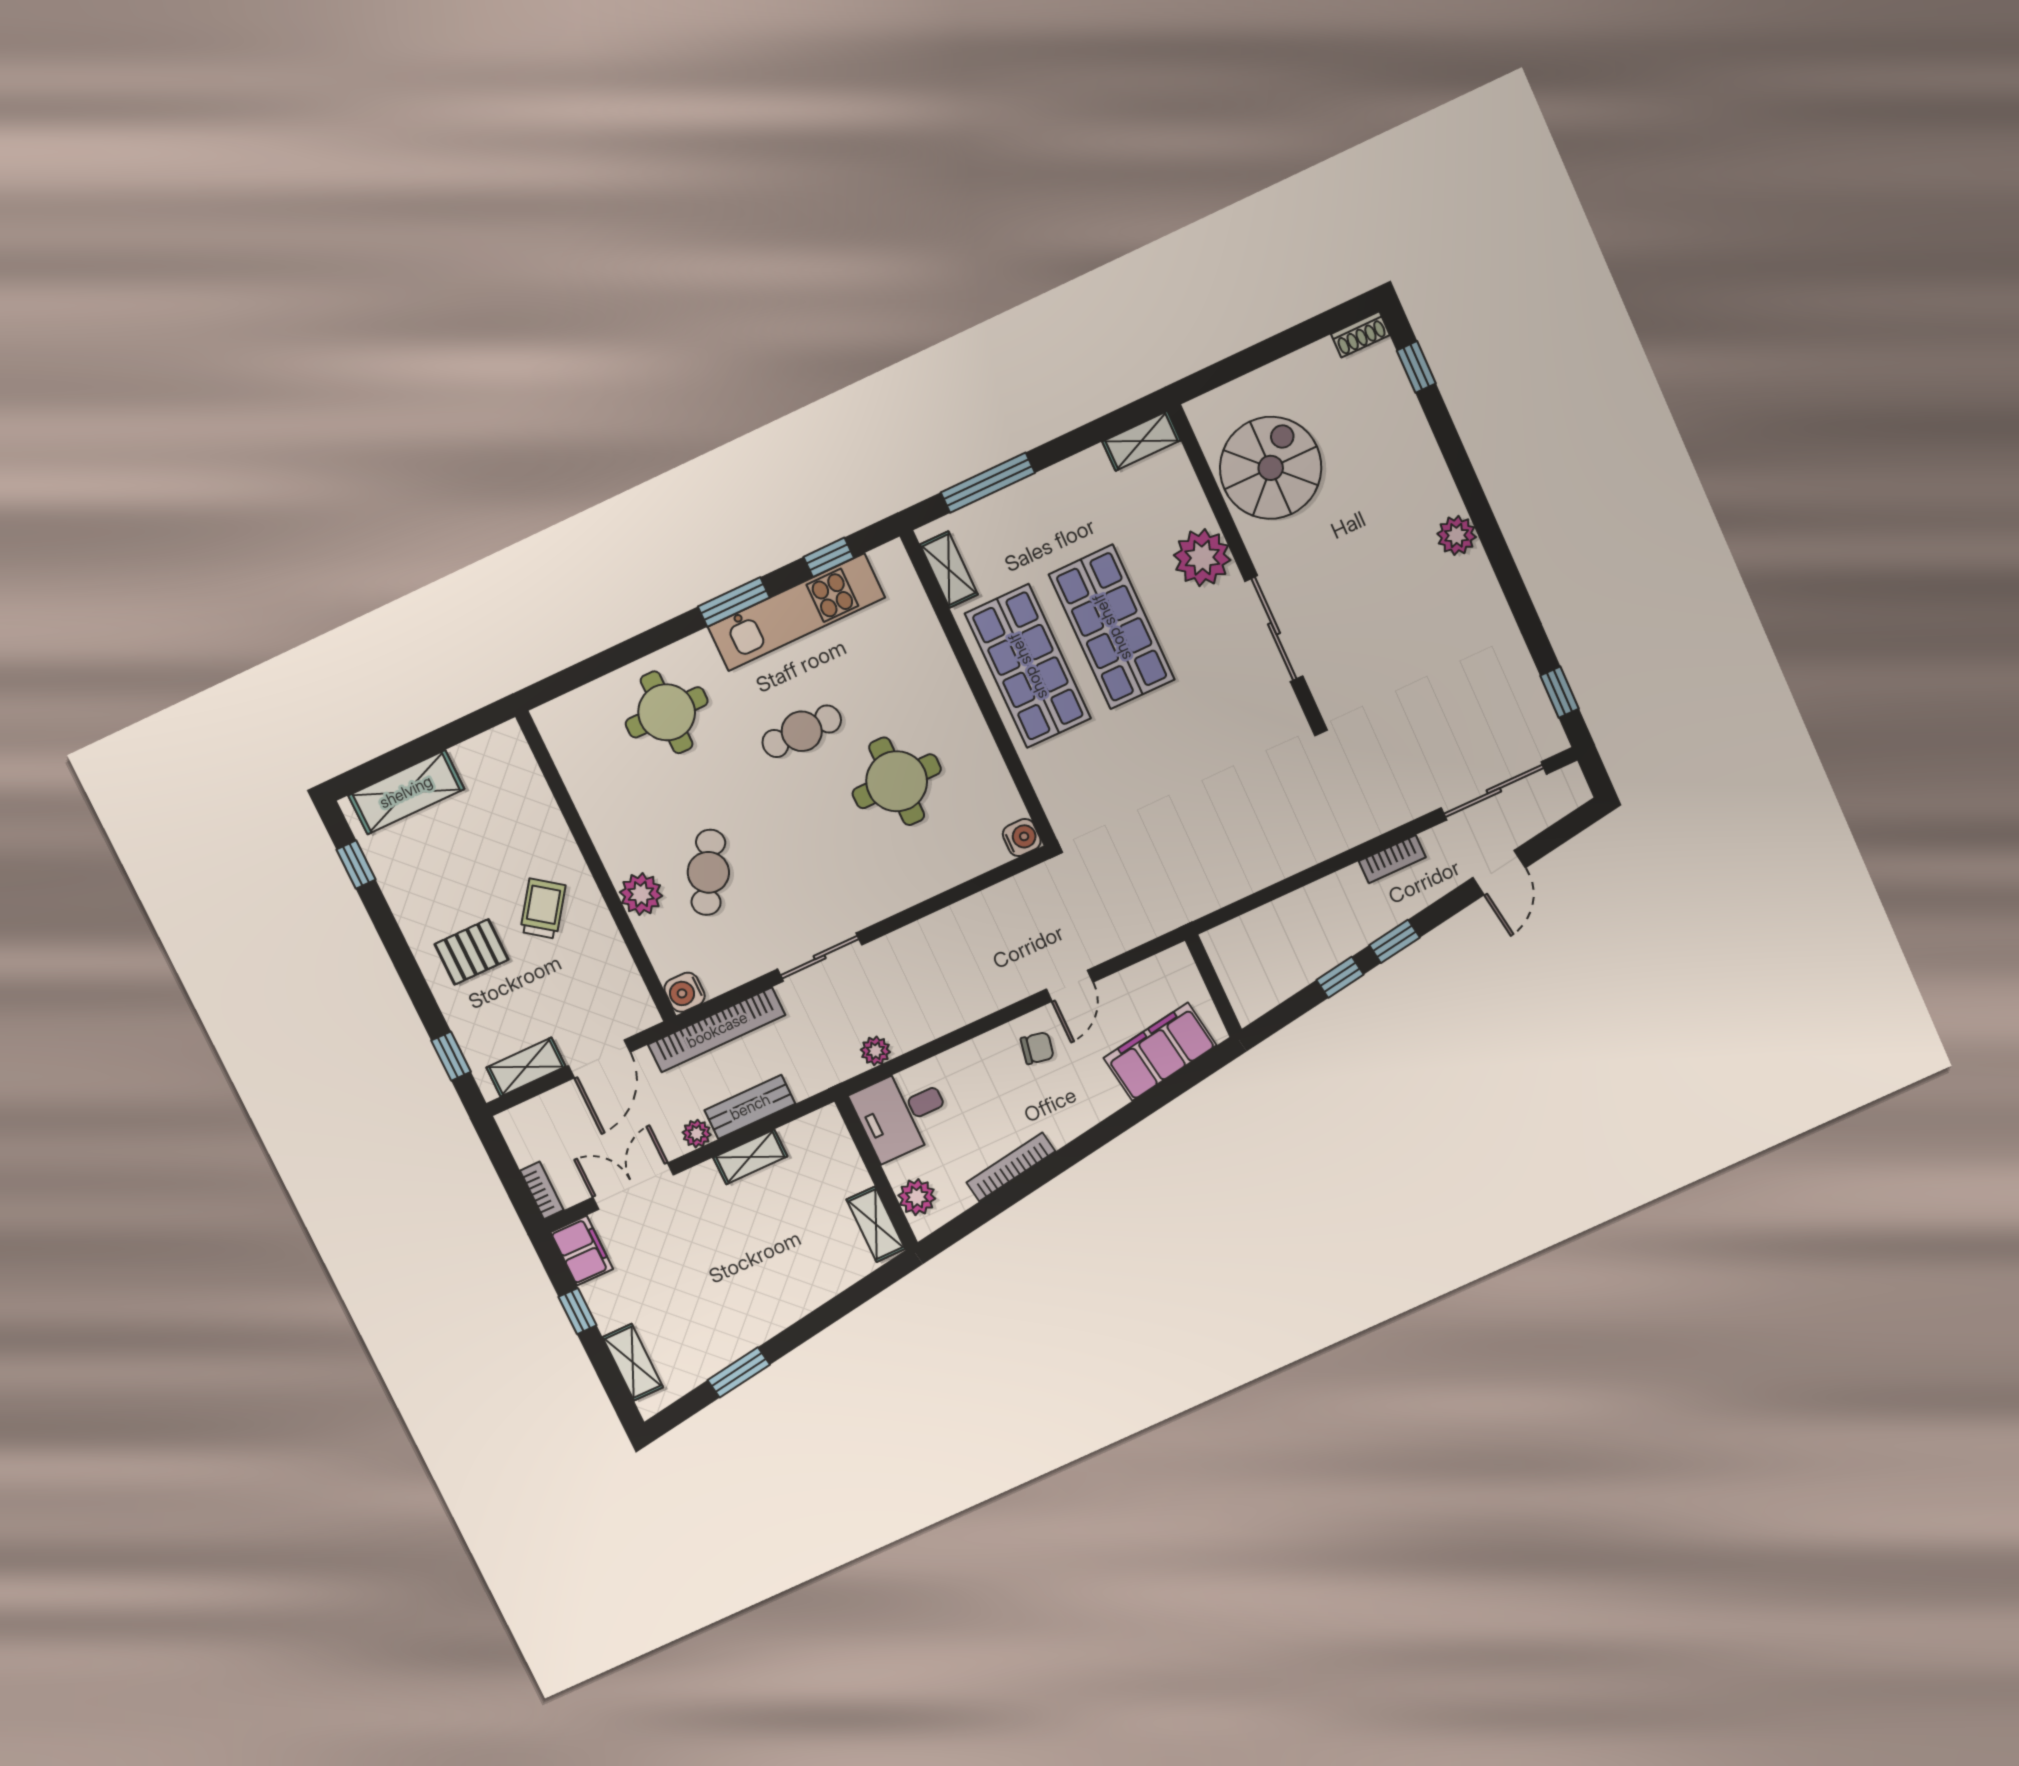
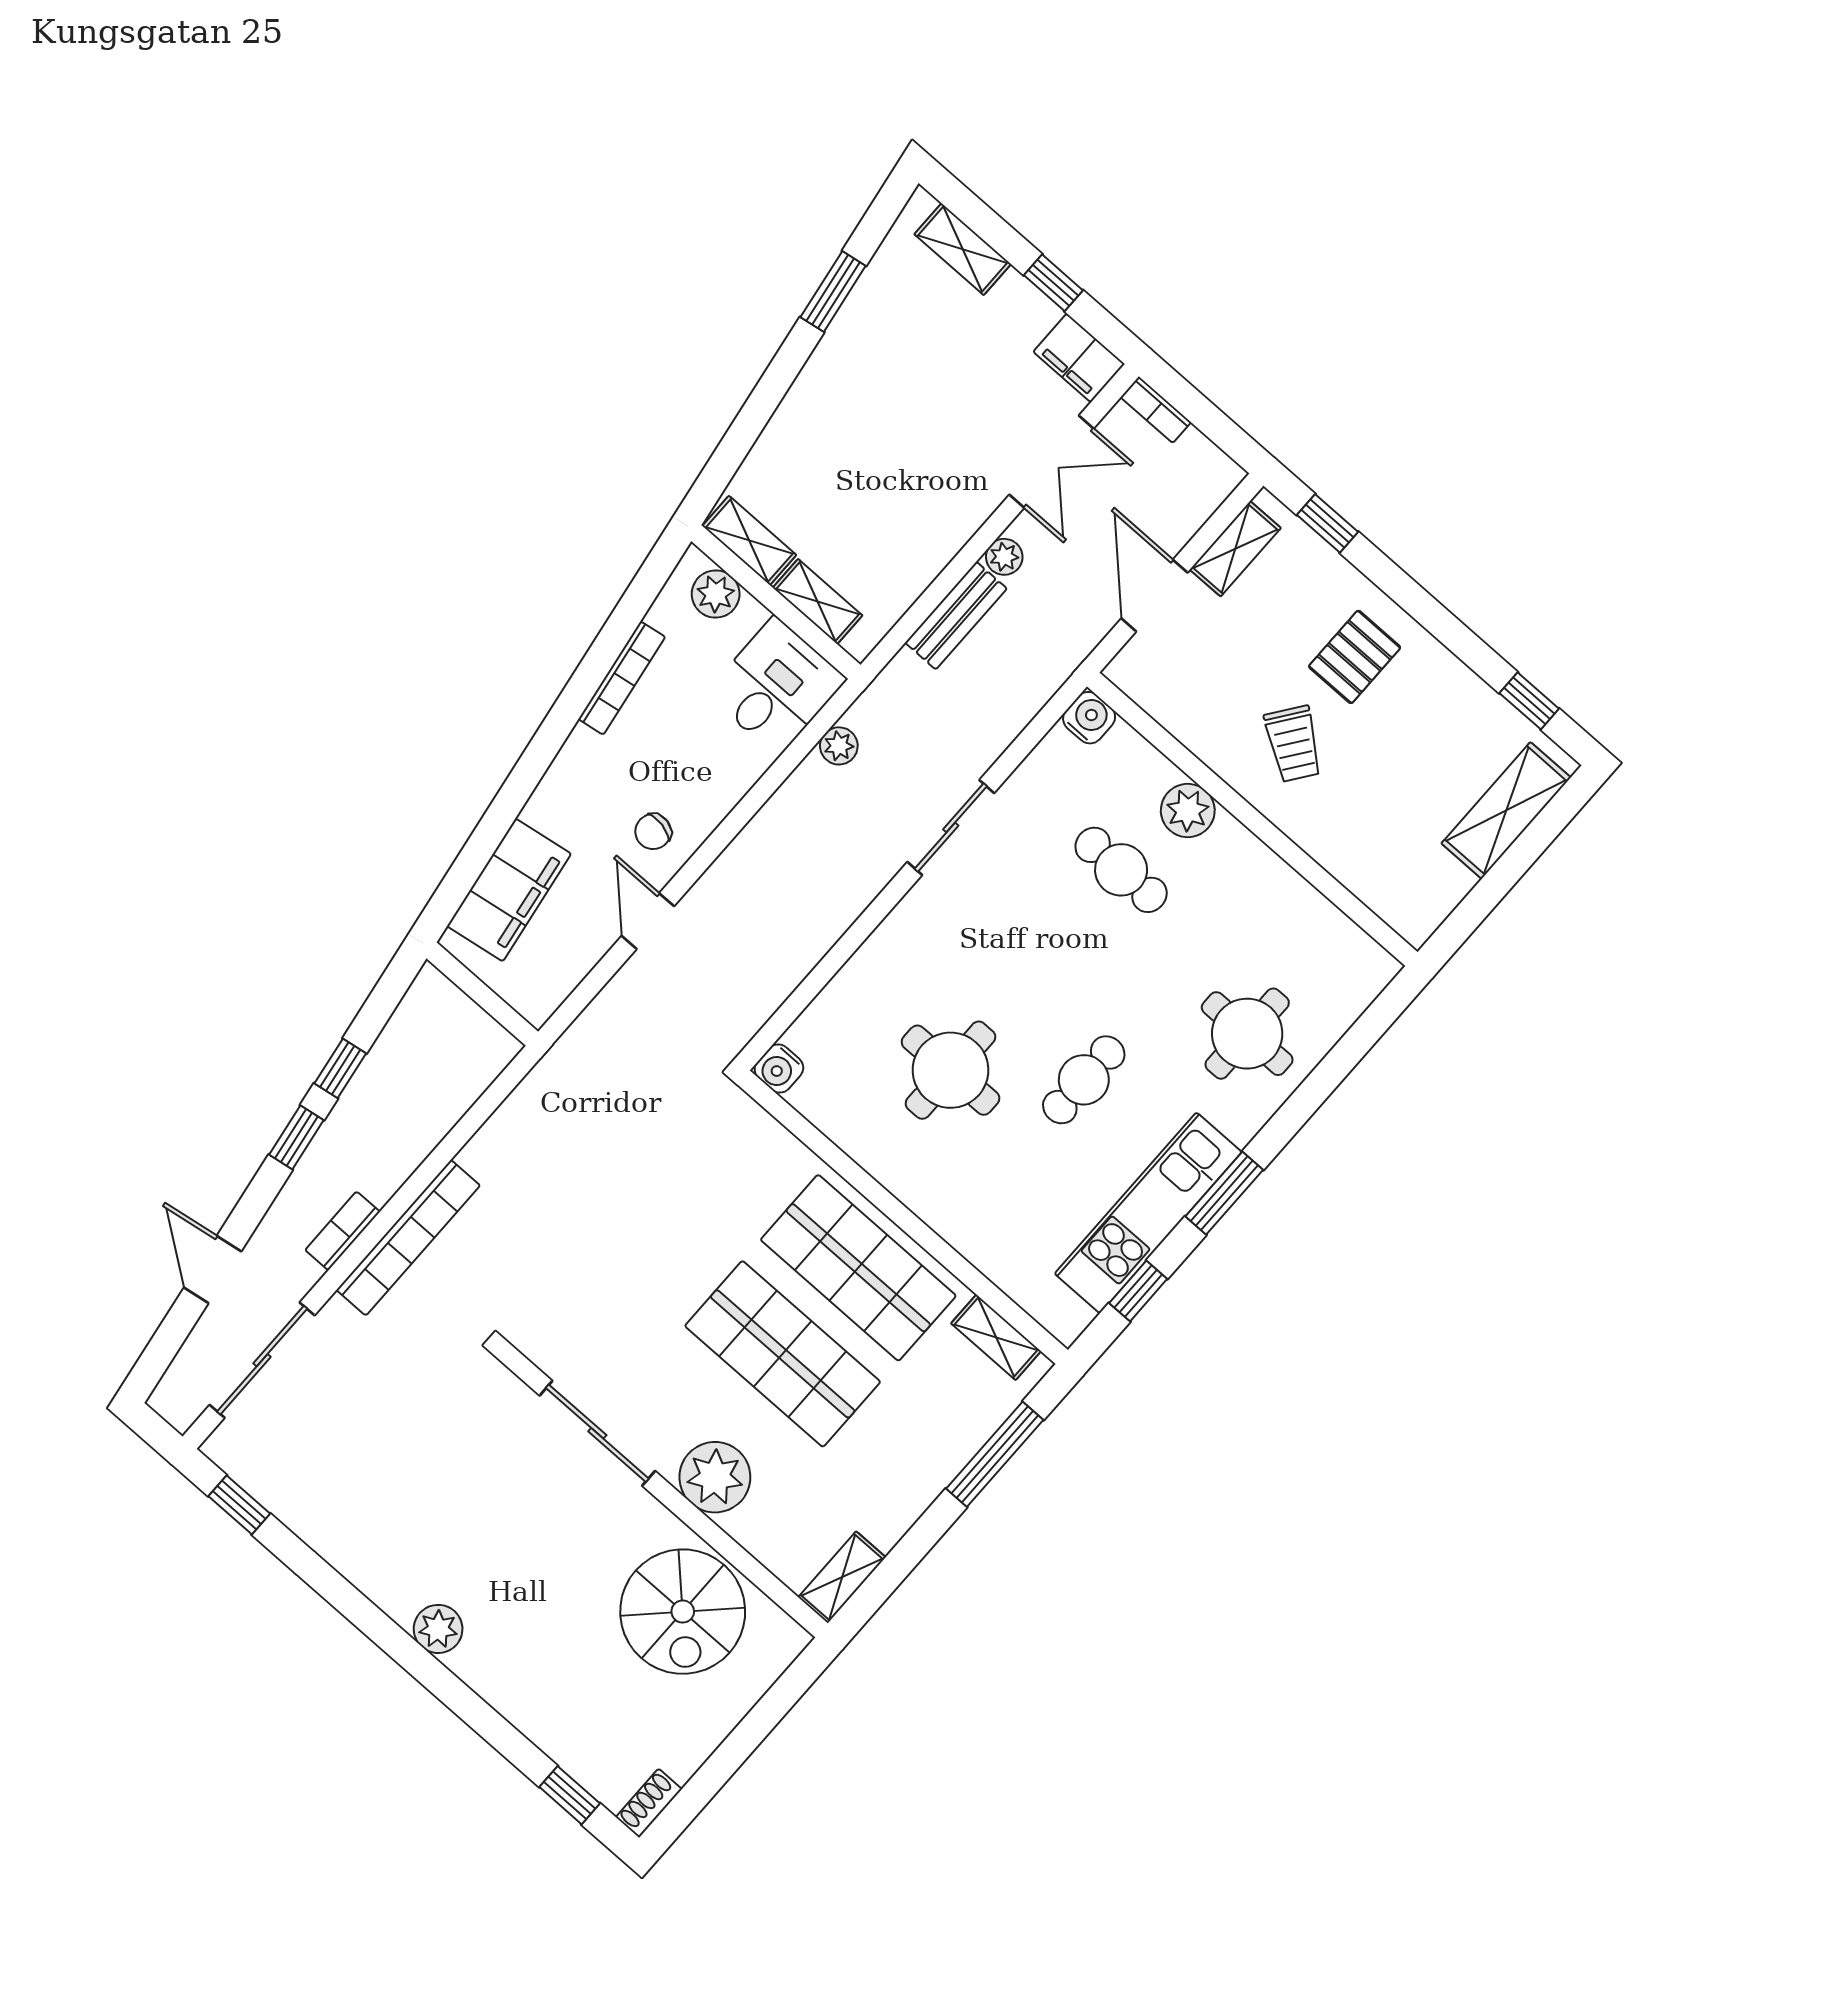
cafe table: (708, 872) -> (1121, 870), turned -30
bookcase: (717, 1030) -> (408, 1238), moved, turned 180
shelving: (750, 1157) -> (818, 602), moved, turned 90

